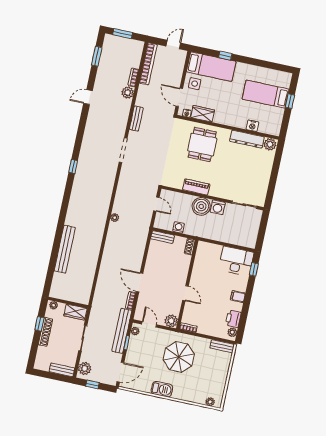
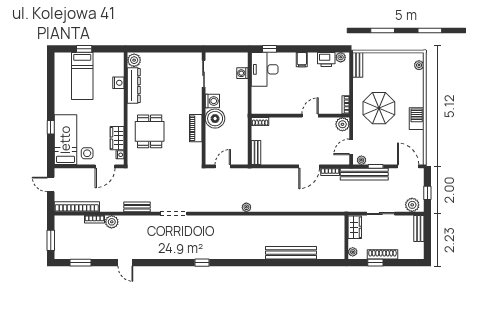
dining table: (202, 145) -> (150, 131), turned 90
washing machine: (178, 227) -> (242, 73), moved

